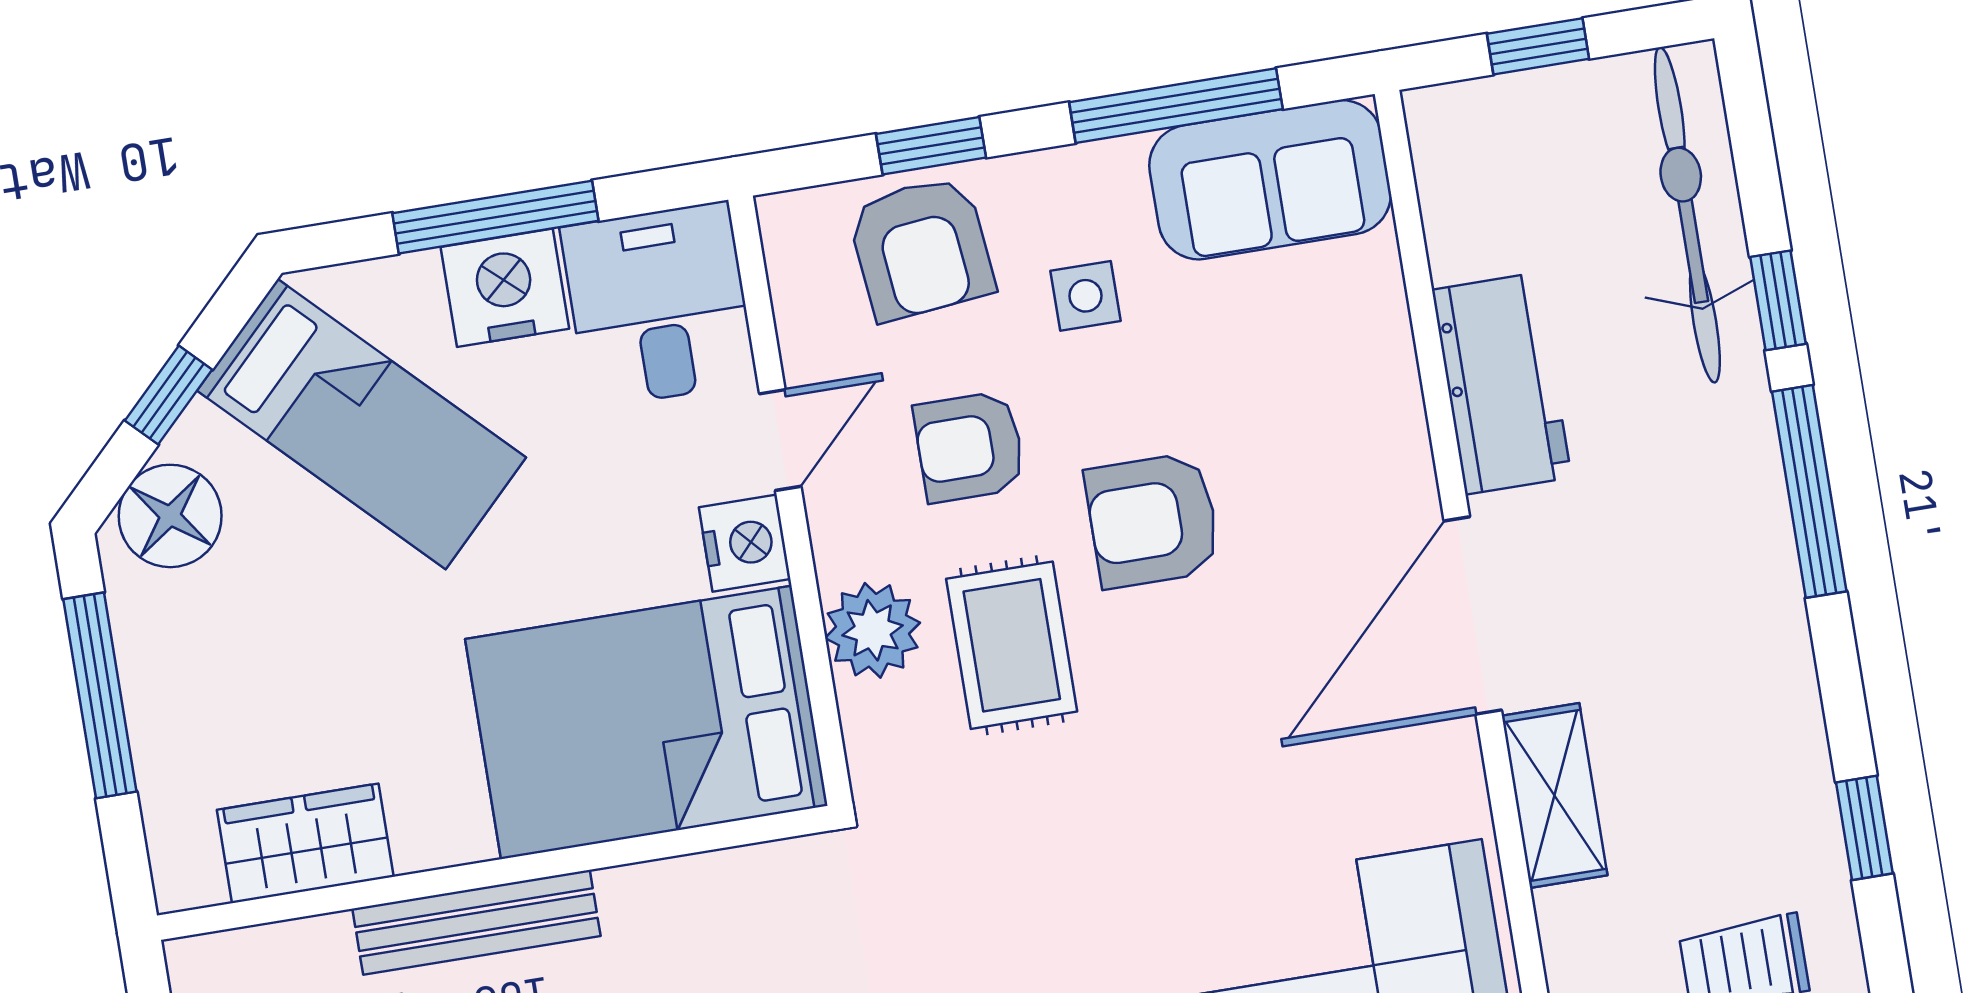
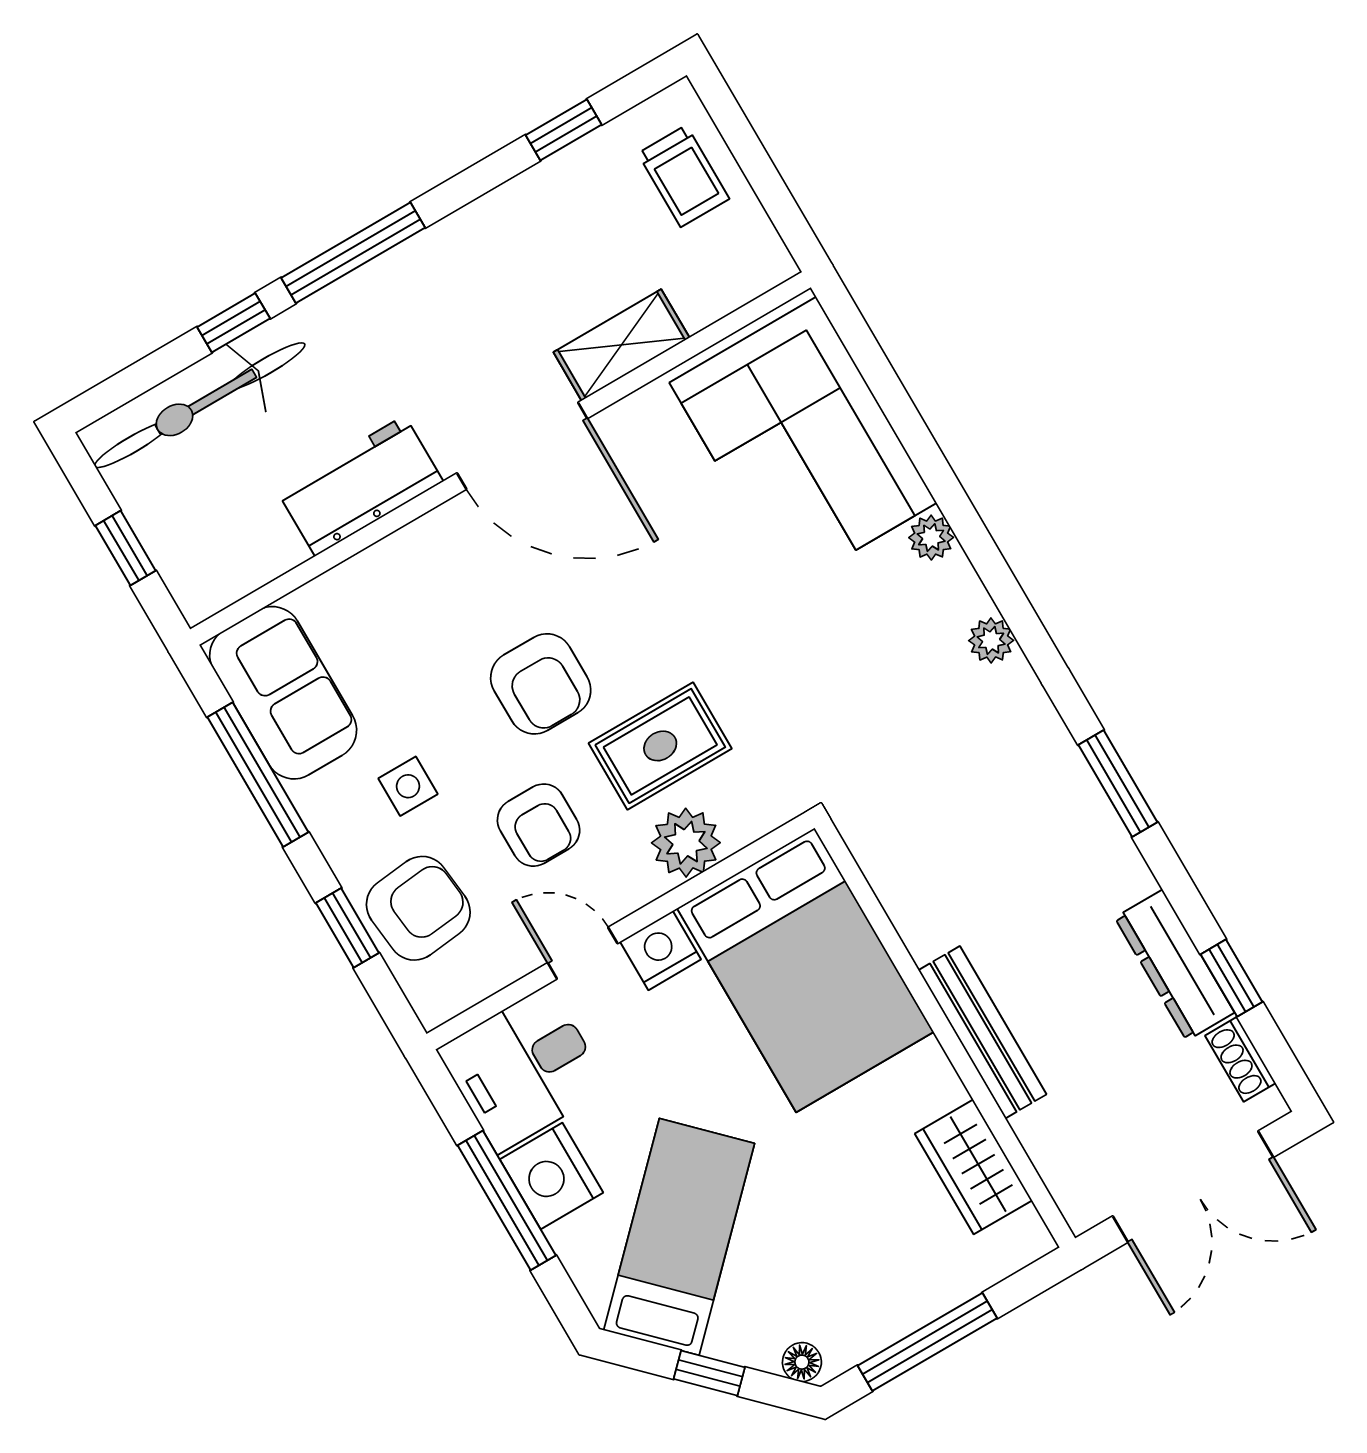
floor lamp: (170, 516) -> (802, 1362), width x0.53, depth x0.53

